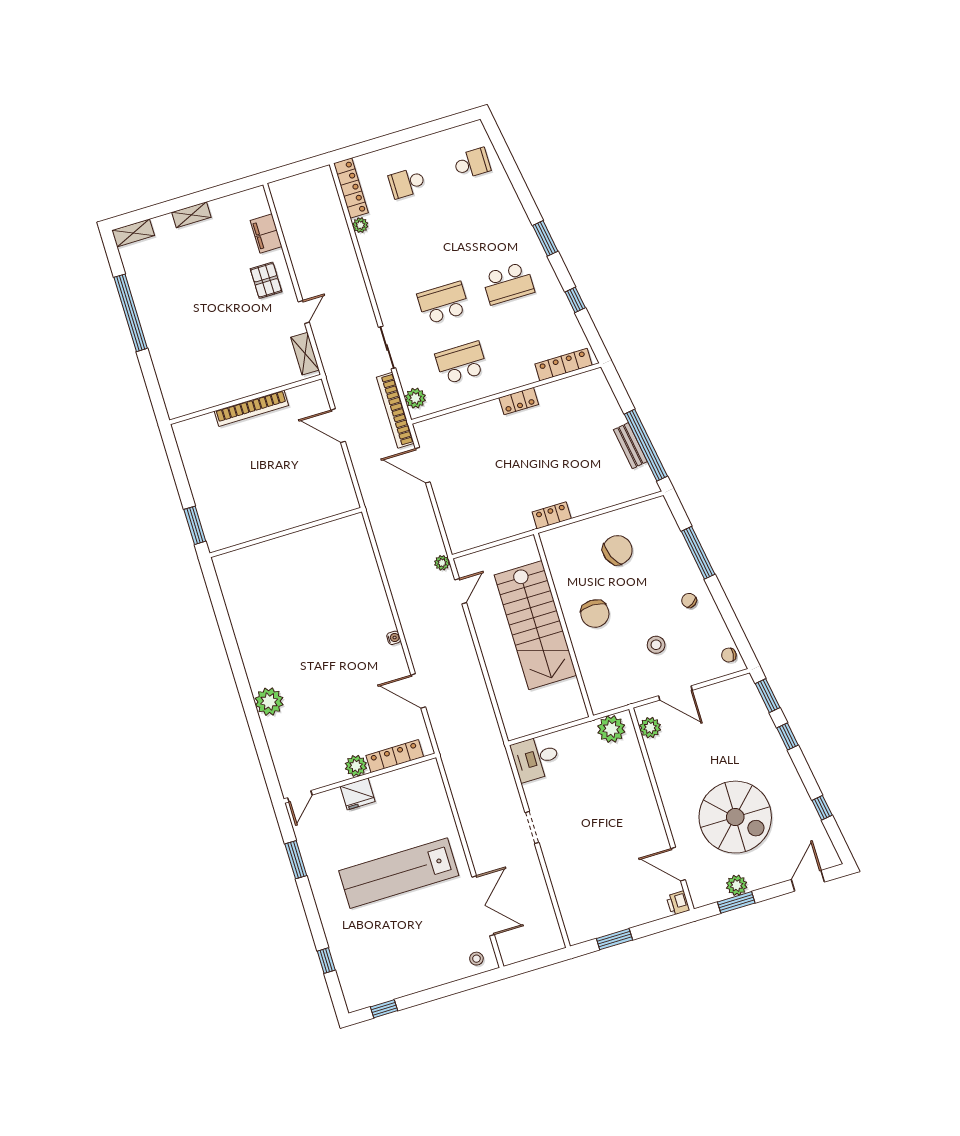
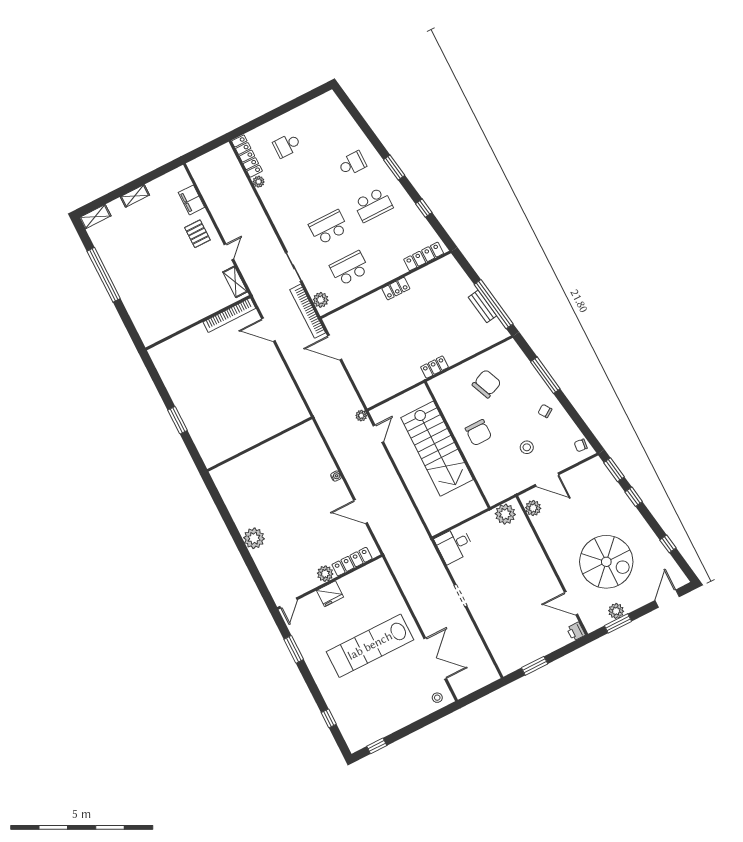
school desk: (472, 163) -> (352, 164), moved
bookcase: (251, 408) -> (229, 315), moved
wall: (286, 532) -> (260, 444), moved

